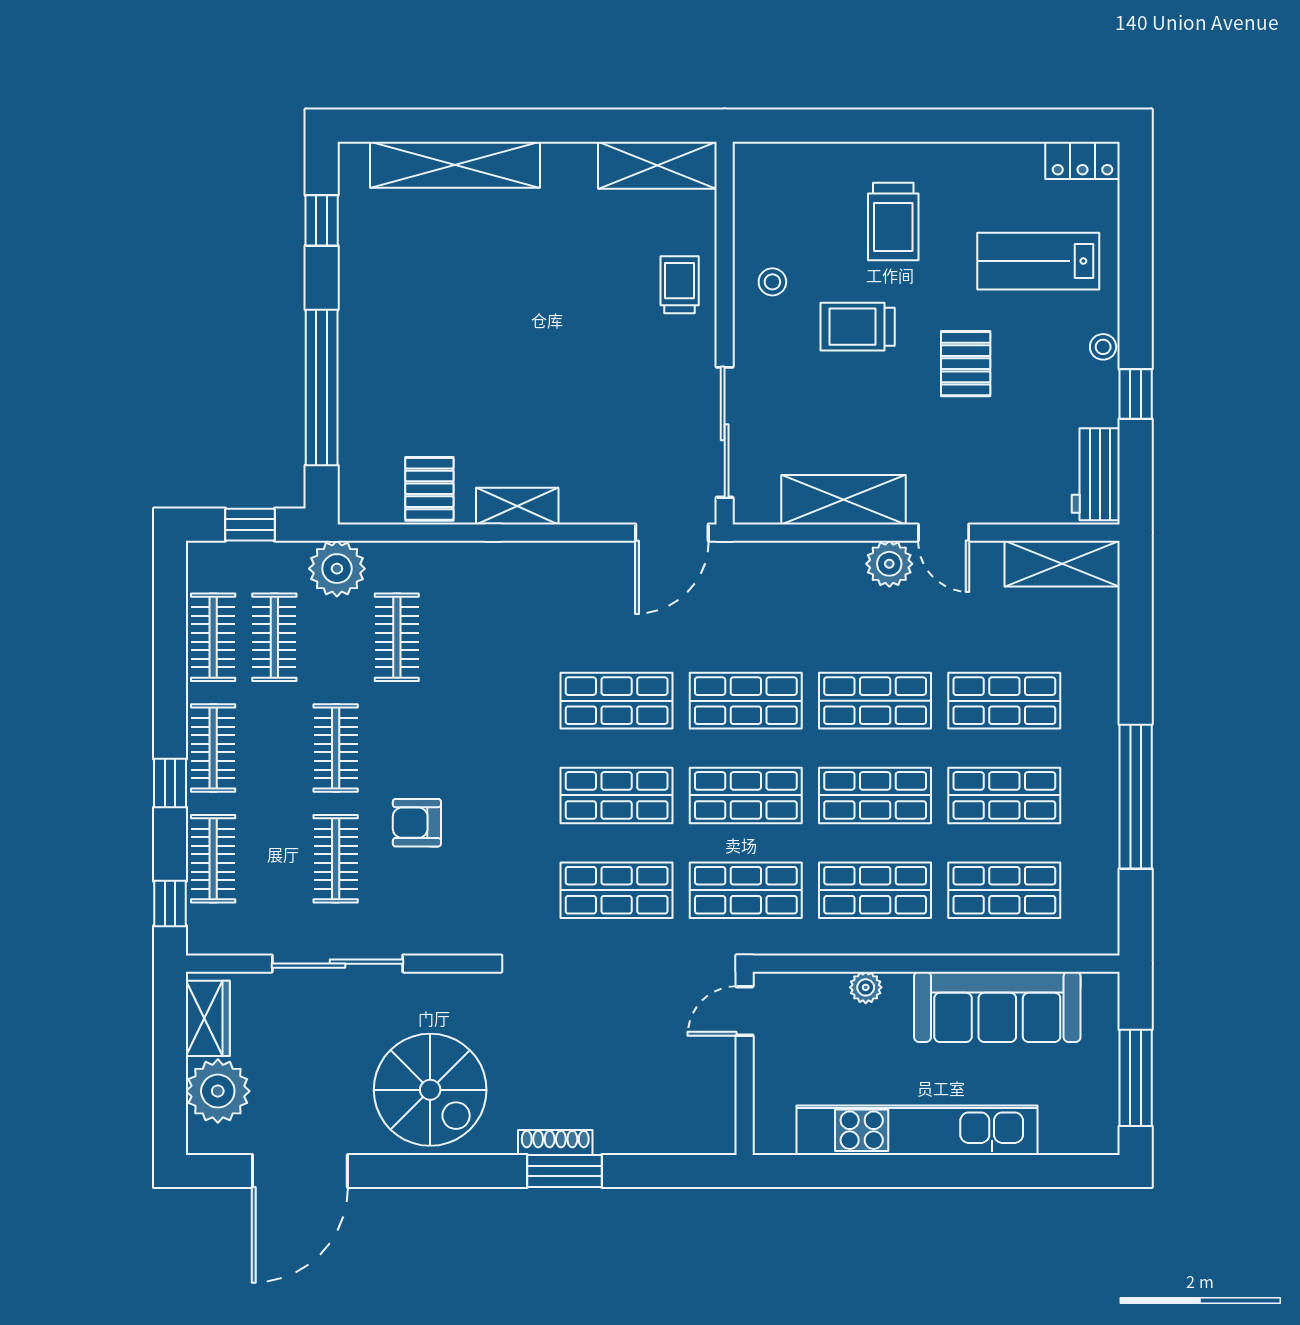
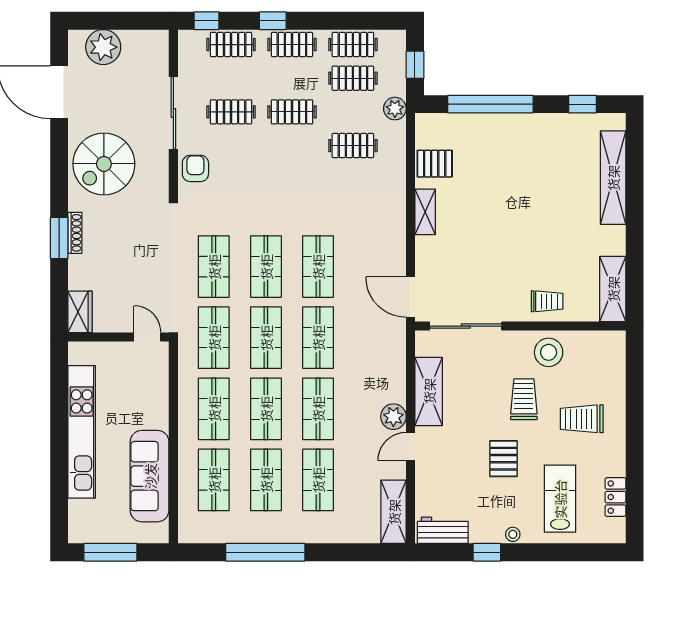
locker: (1083, 160) -> (615, 497), moved
stool: (772, 282) -> (549, 352), width x1.89, depth x1.89
pallet: (966, 364) -> (504, 459), turned 90
plant: (337, 569) -> (395, 109), width x0.73, depth x0.73
armchair: (417, 823) -> (195, 168), moved
plant: (866, 987) -> (160, 404), removed
wardrobe: (208, 1018) -> (80, 312), moved, turned -90

